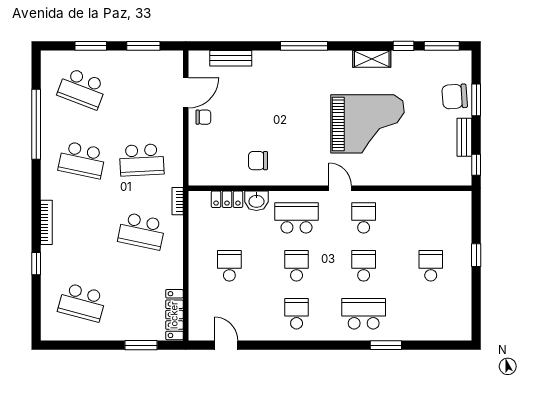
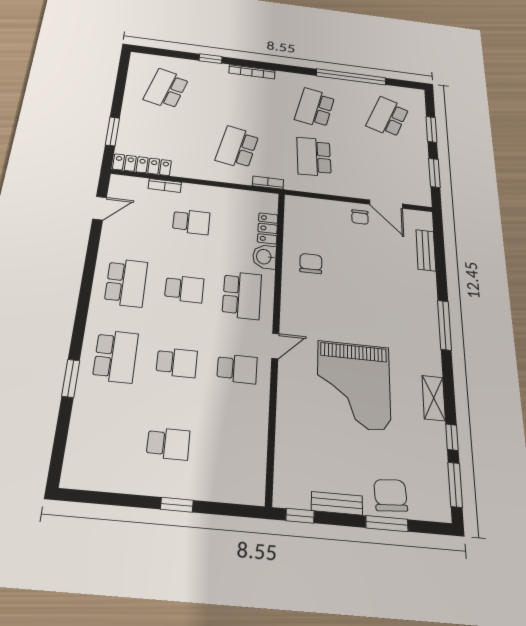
bookcase: (194, 292) -> (165, 185), added
school desk: (297, 314) -> (126, 283), width x1.85

